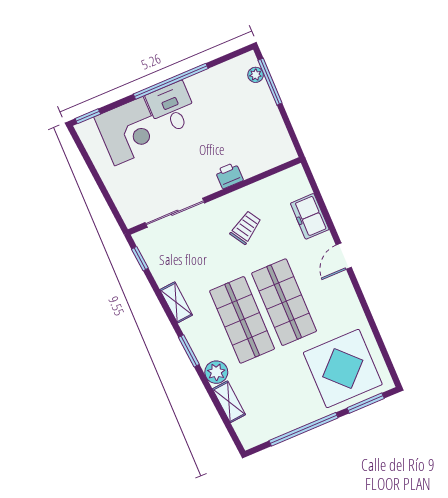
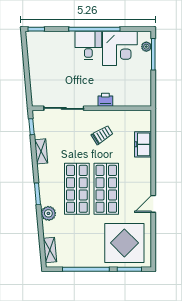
corner desk: (129, 131) -> (120, 48), moved
door: (344, 256) -> (153, 204), moved
shelving: (176, 302) -> (41, 151), moved
shelving: (229, 402) -> (50, 250), moved

